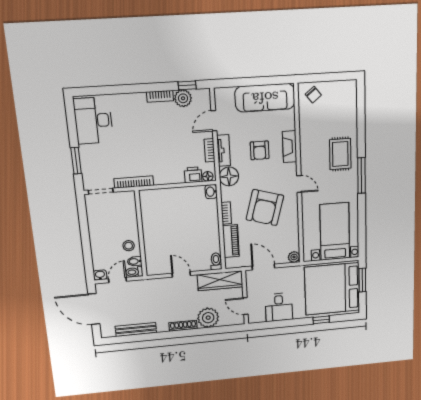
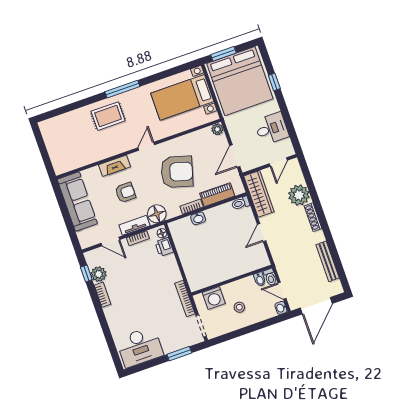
chair: (313, 95) -> (62, 158), removed
washbasin: (211, 192) -> (198, 218), moved
washing machine: (127, 211) -> (214, 298), added
stool: (129, 246) -> (239, 307), moved

